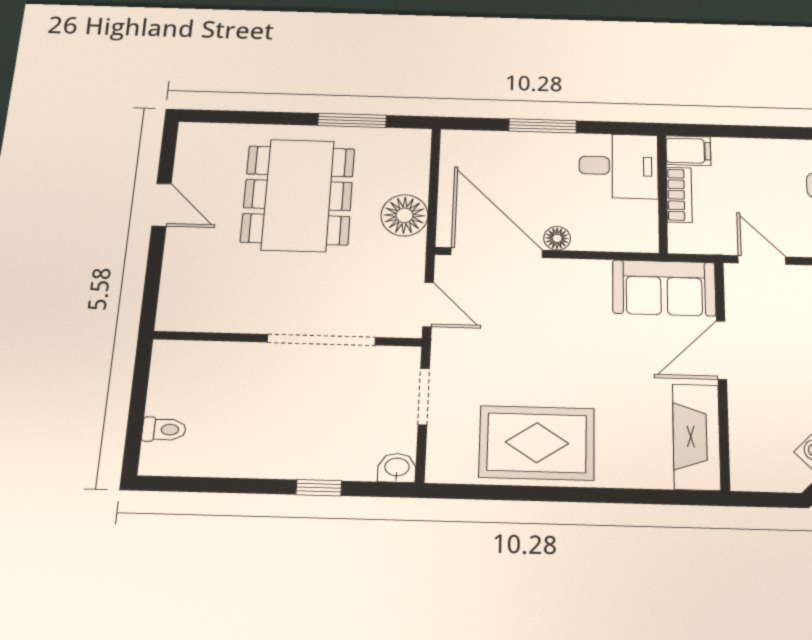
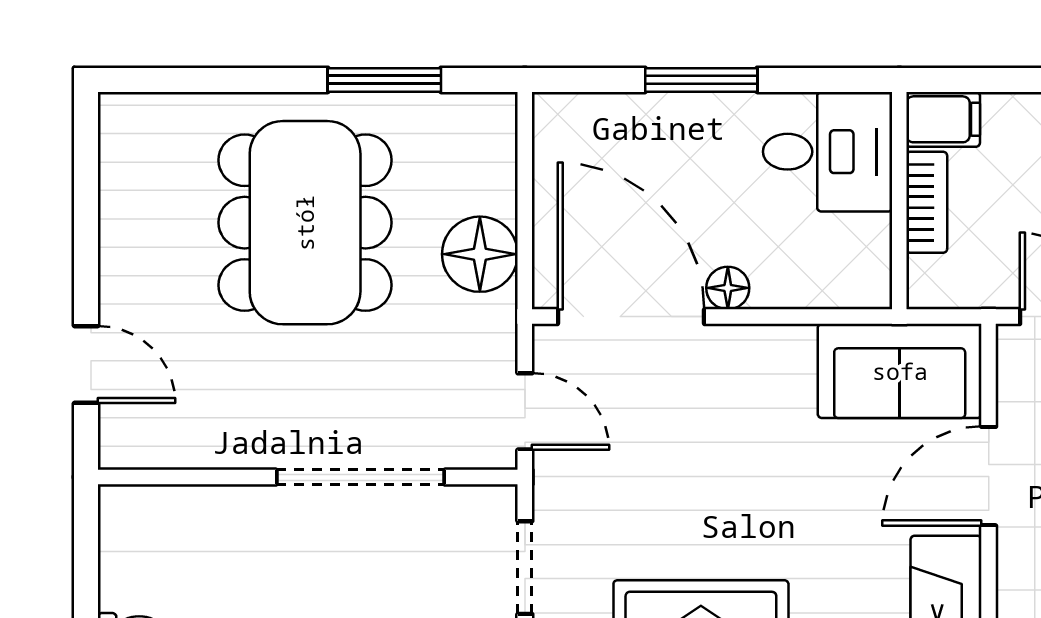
door: (161, 205) -> (86, 365), moved

